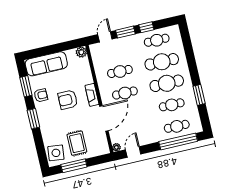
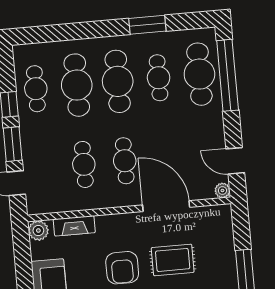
fireplace: (92, 95) -> (74, 226), moved
cafe table: (177, 126) -> (199, 74), width x1.37, depth x1.35
rug: (77, 143) -> (173, 260), moved

